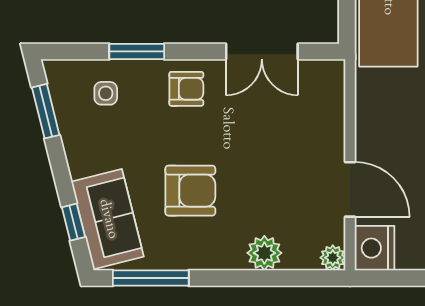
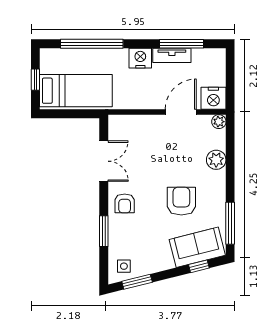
armchair: (186, 89) -> (125, 203), turned 180
side table: (106, 93) -> (124, 266), moved

